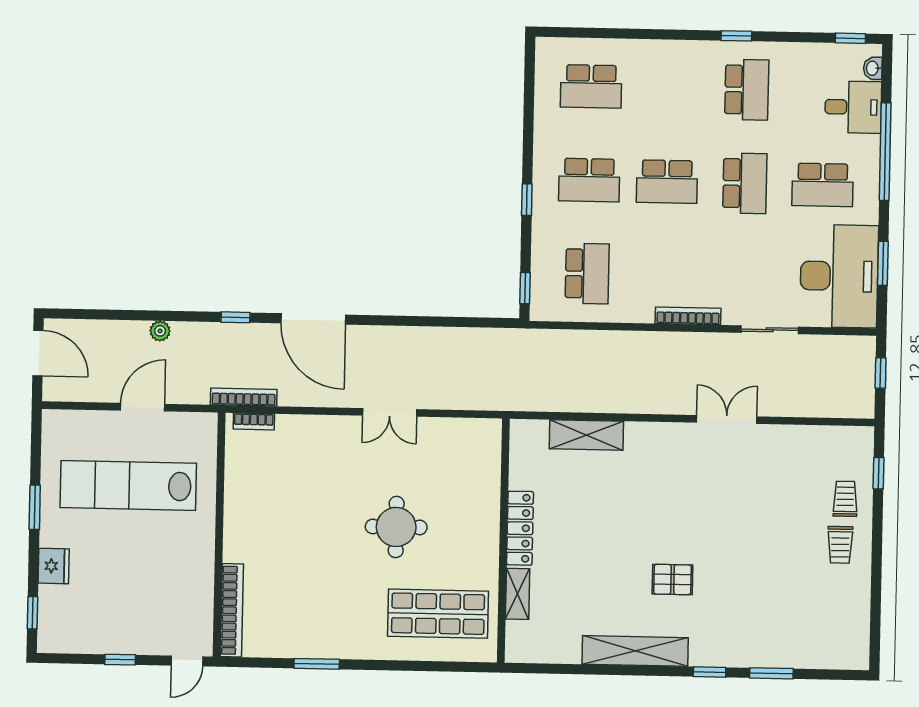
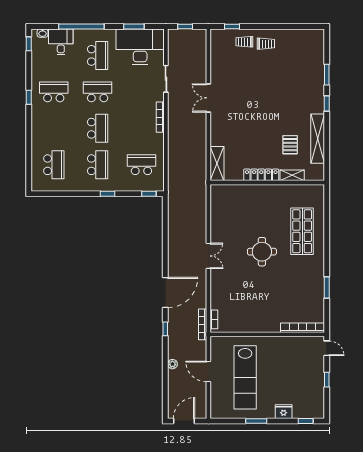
locker: (520, 528) -> (261, 175), moved
wall: (503, 541) -> (267, 182), moved
pallet: (672, 579) -> (290, 145), moved
shelving: (518, 594) -> (292, 175), moved

